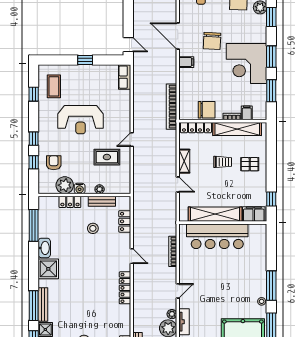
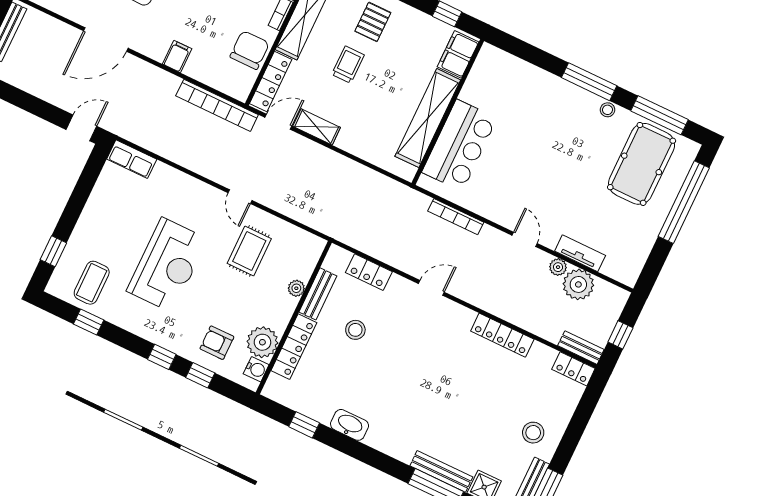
window: (85, 60) -> (53, 251), moved
filing cabinet: (186, 62) -> (177, 56), moved
coffee table: (54, 86) -> (92, 283), turned 90
door: (178, 184) -> (278, 122), moved
water cooler: (80, 188) -> (256, 369), moved
locker: (70, 202) -> (294, 347), width x1.53
window: (34, 225) -> (304, 425), width x0.46
bar counter: (217, 236) -> (459, 145), width x0.73
shower: (48, 269) -> (387, 435), removed
locker: (125, 288) -> (502, 335), moved

